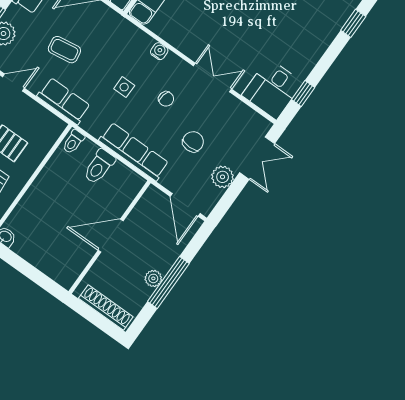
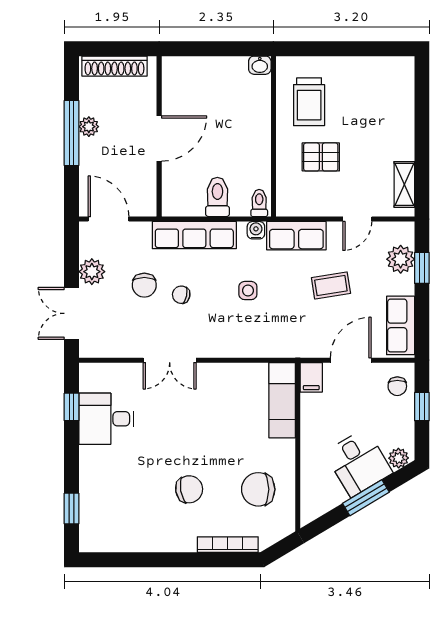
water cooler: (159, 51) -> (256, 230), moved, turned 180
desk: (272, 89) -> (106, 419), moved, turned -90
chair: (166, 99) -> (181, 295), moved

